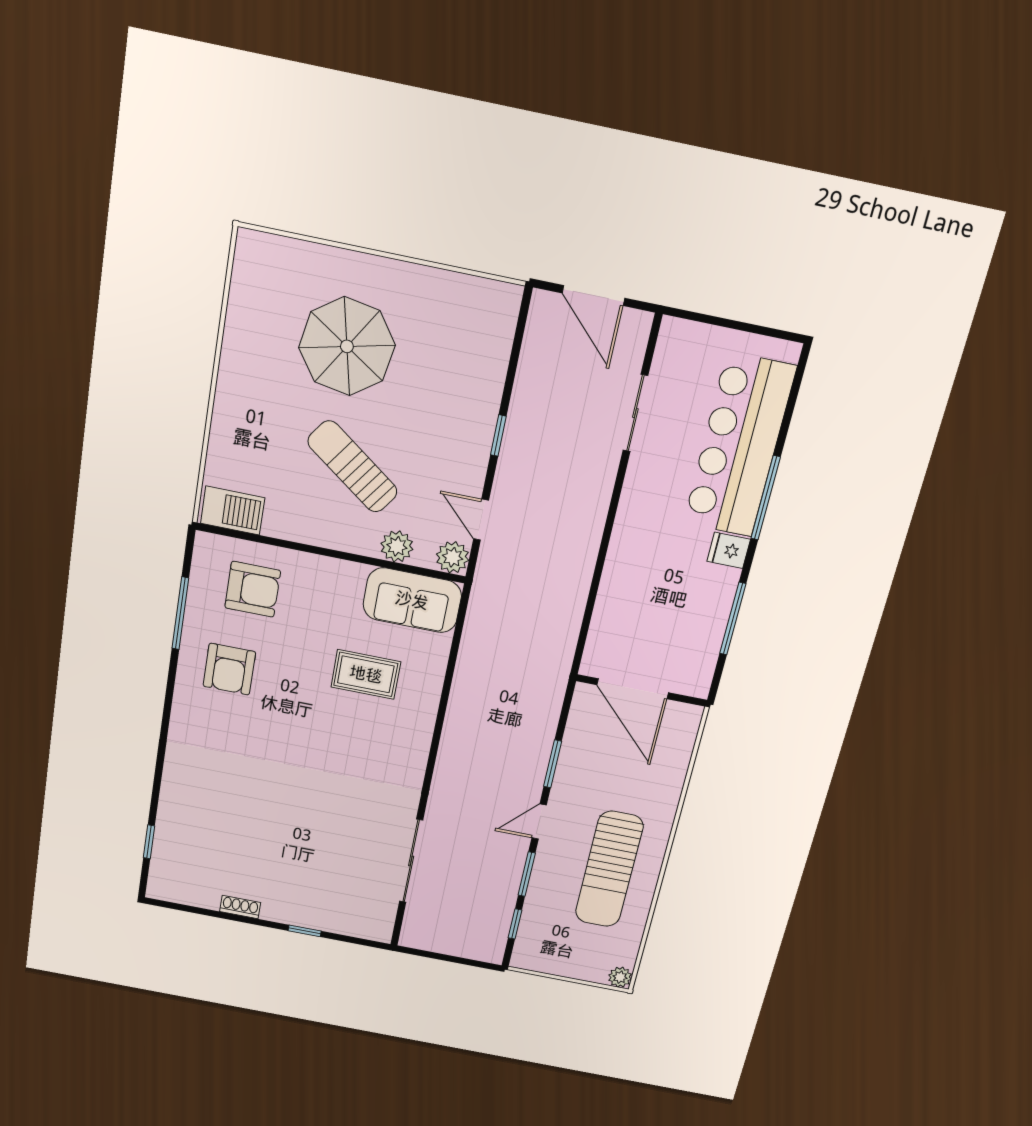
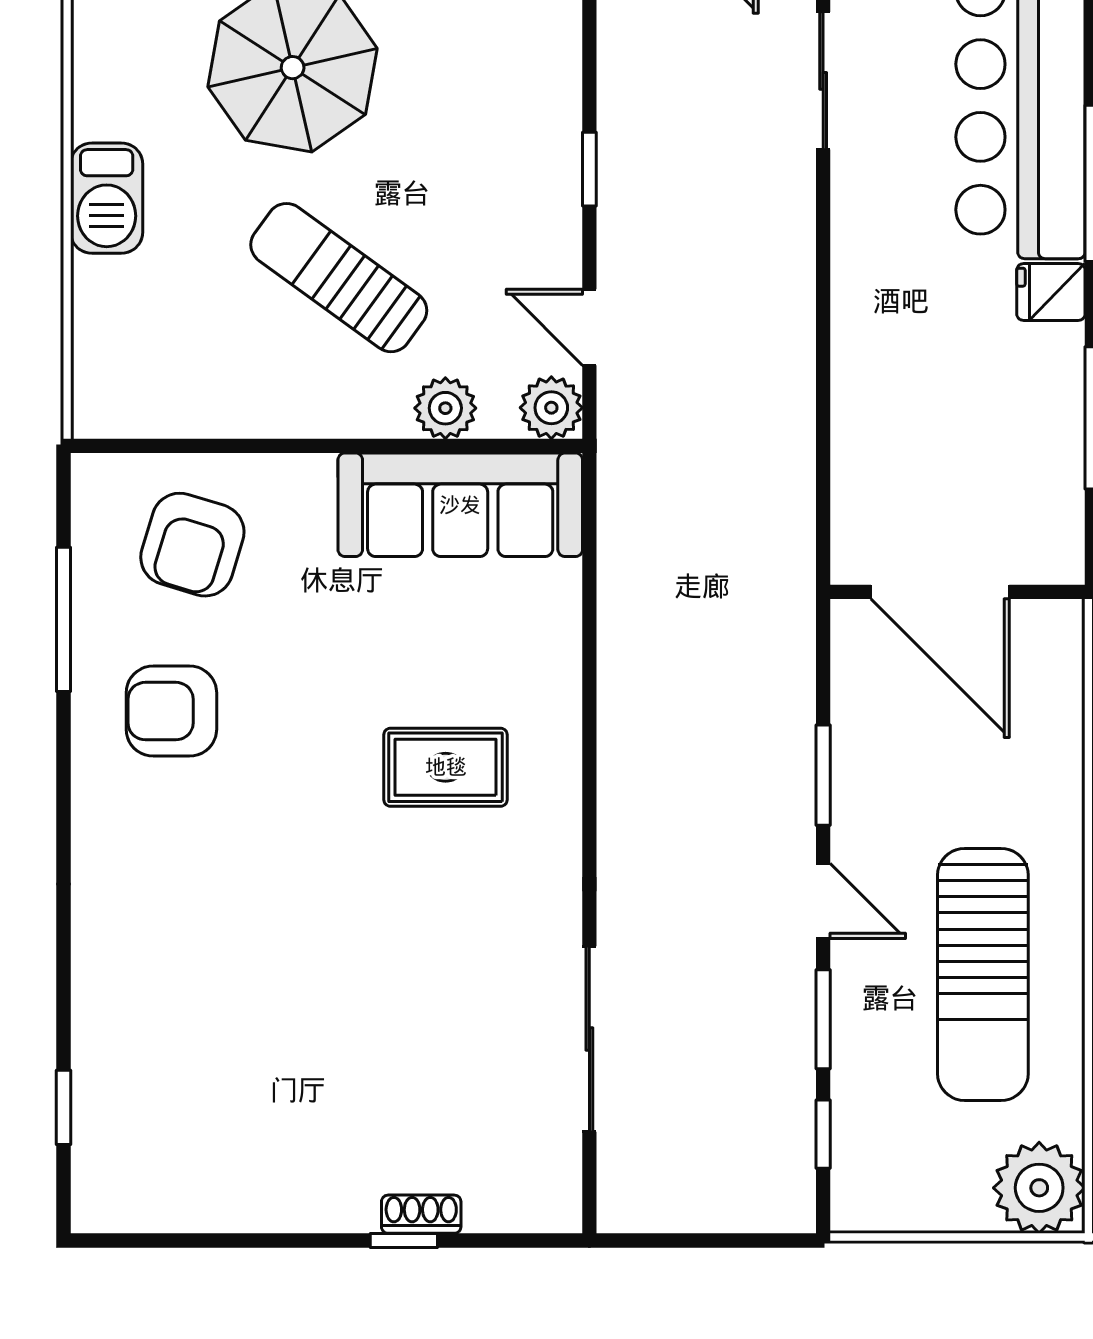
barbecue: (233, 511) -> (107, 198), moved, turned 90
armchair: (253, 589) -> (192, 545), turned 107
sofa: (412, 600) -> (460, 505), width x1.36
armchair: (229, 669) -> (171, 711), turned 90
rug: (366, 674) -> (446, 767), moved
door: (539, 821) -> (823, 901), swing flipped
shoe rack: (240, 907) -> (421, 1214), moved
plant: (620, 977) -> (1039, 1188), width x1.88, depth x1.88

